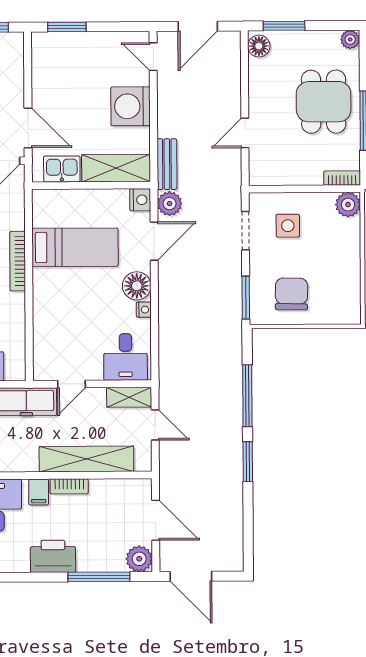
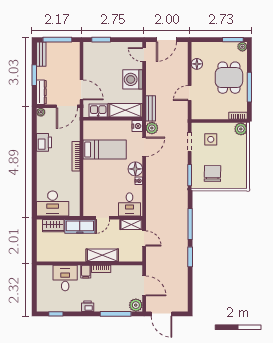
window: (284, 26) -> (233, 40), moved
floor lamp: (259, 46) -> (197, 64), moved
shelving: (86, 459) -> (102, 255), width x0.68
printer: (53, 556) -> (88, 306), width x0.53, depth x0.68

